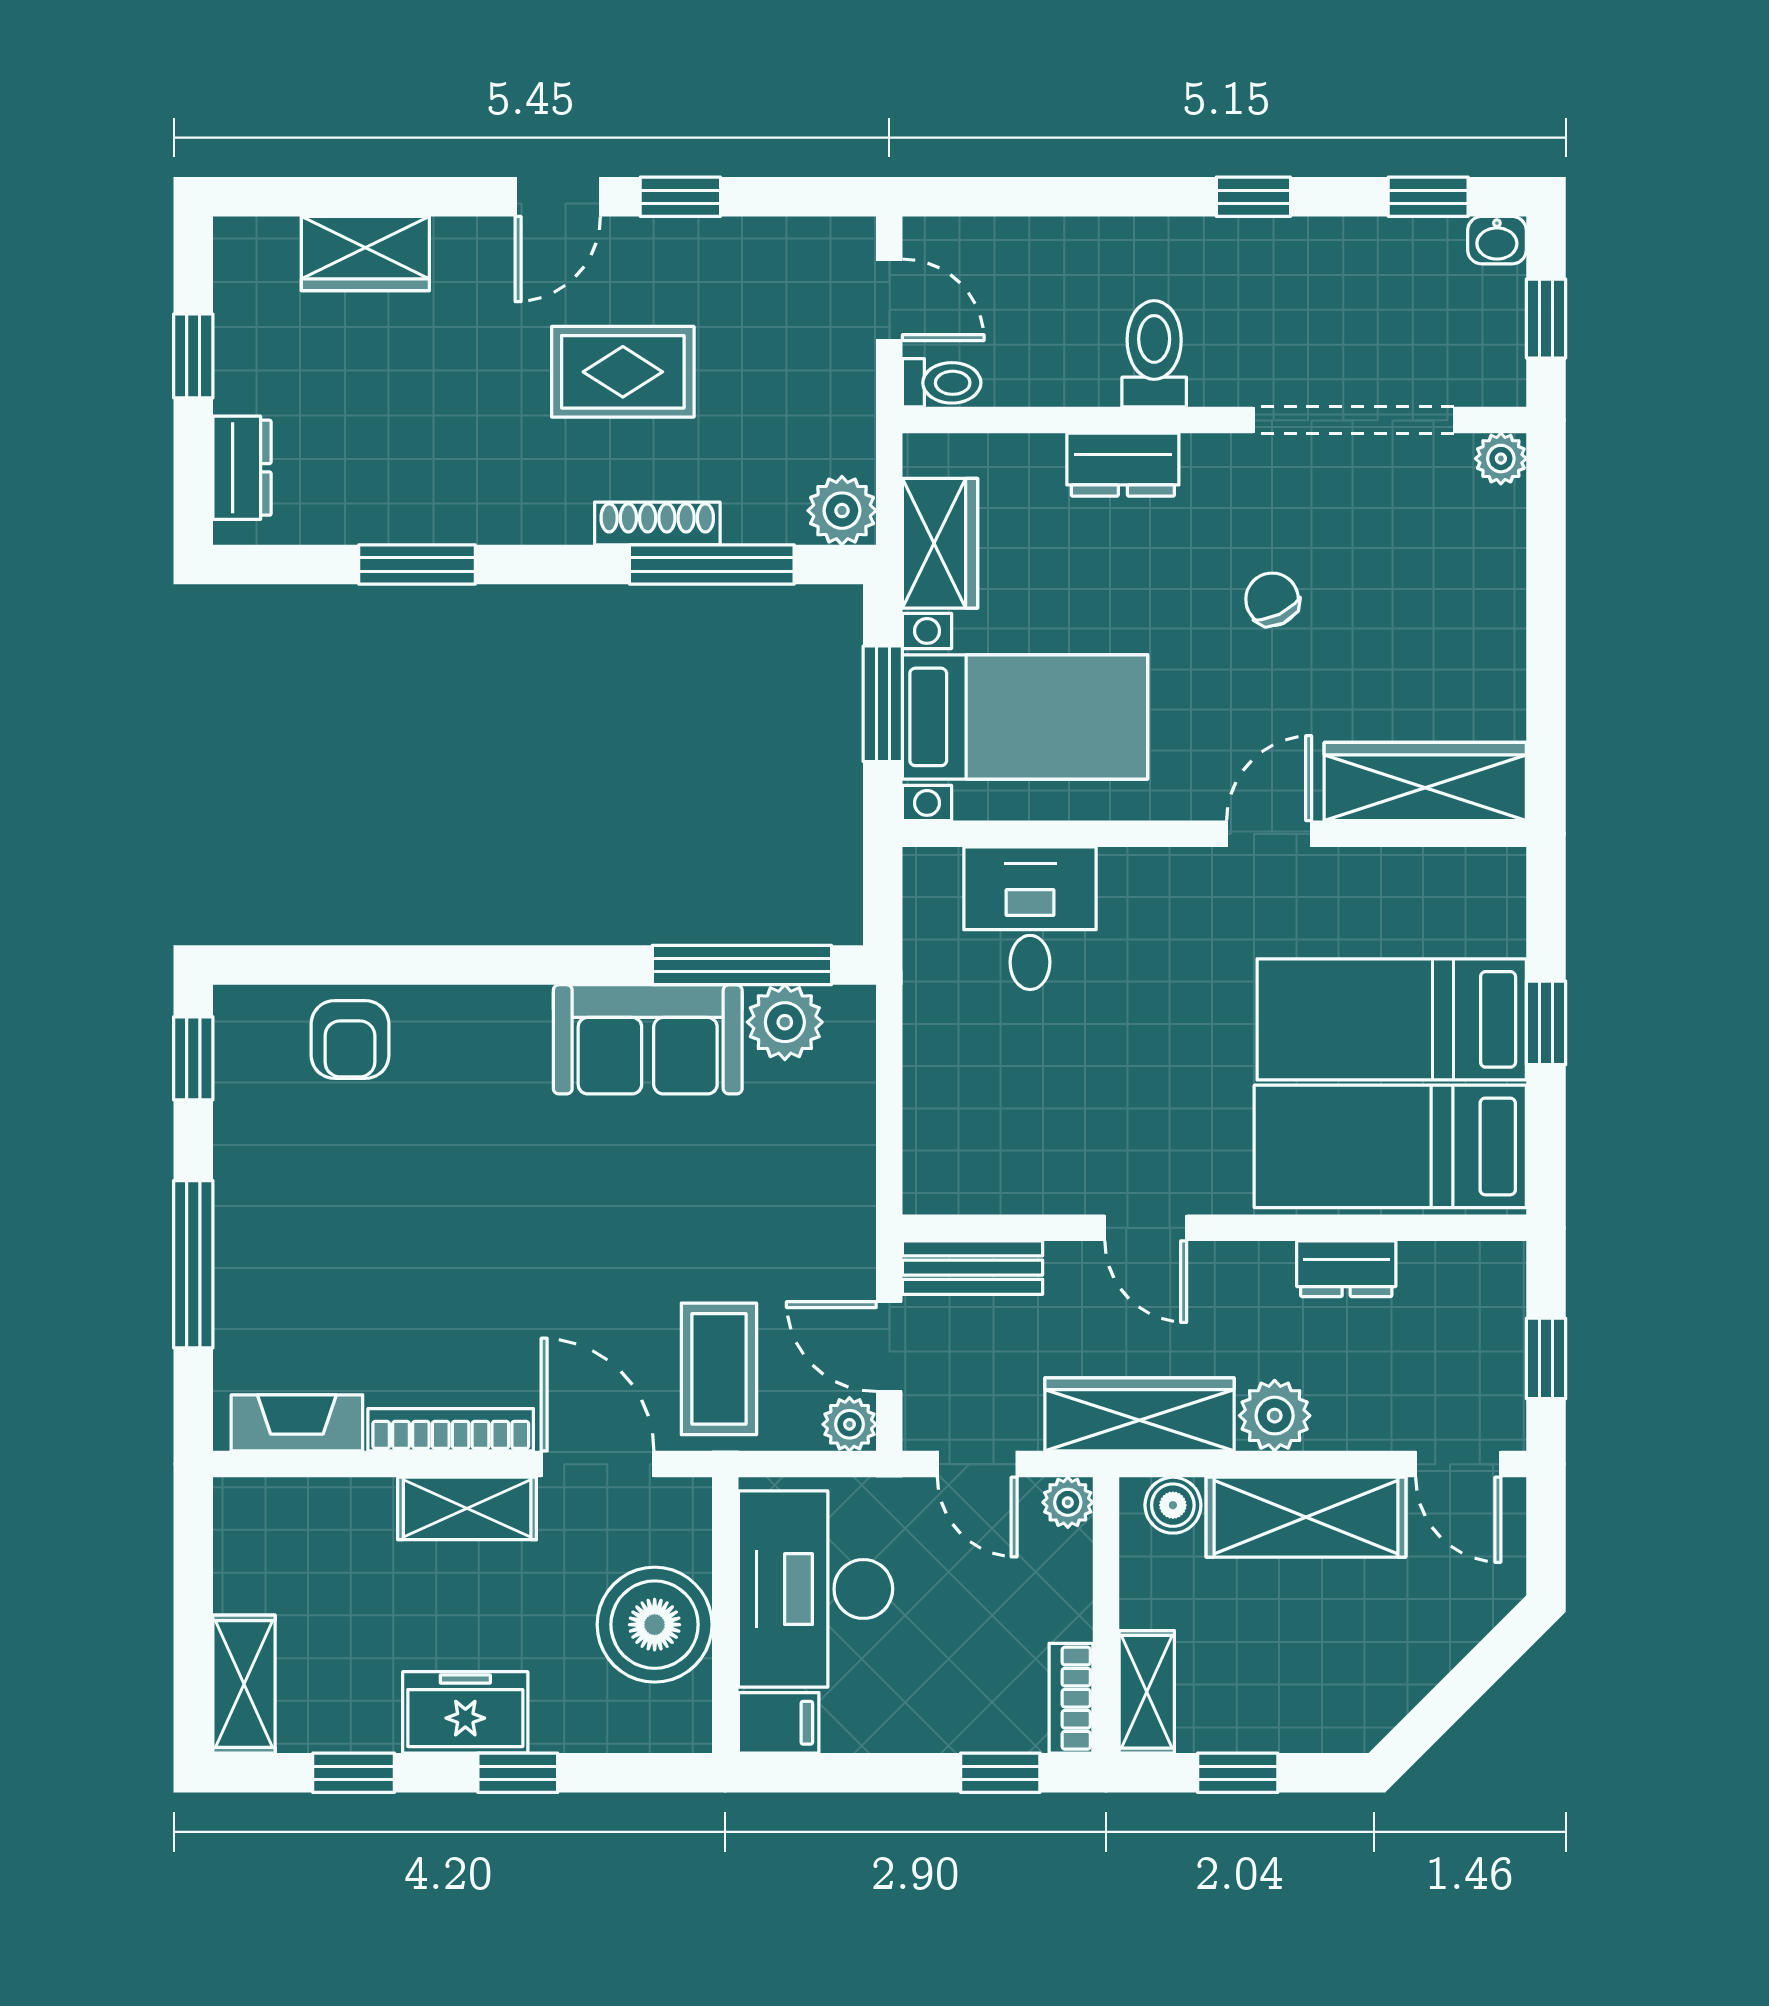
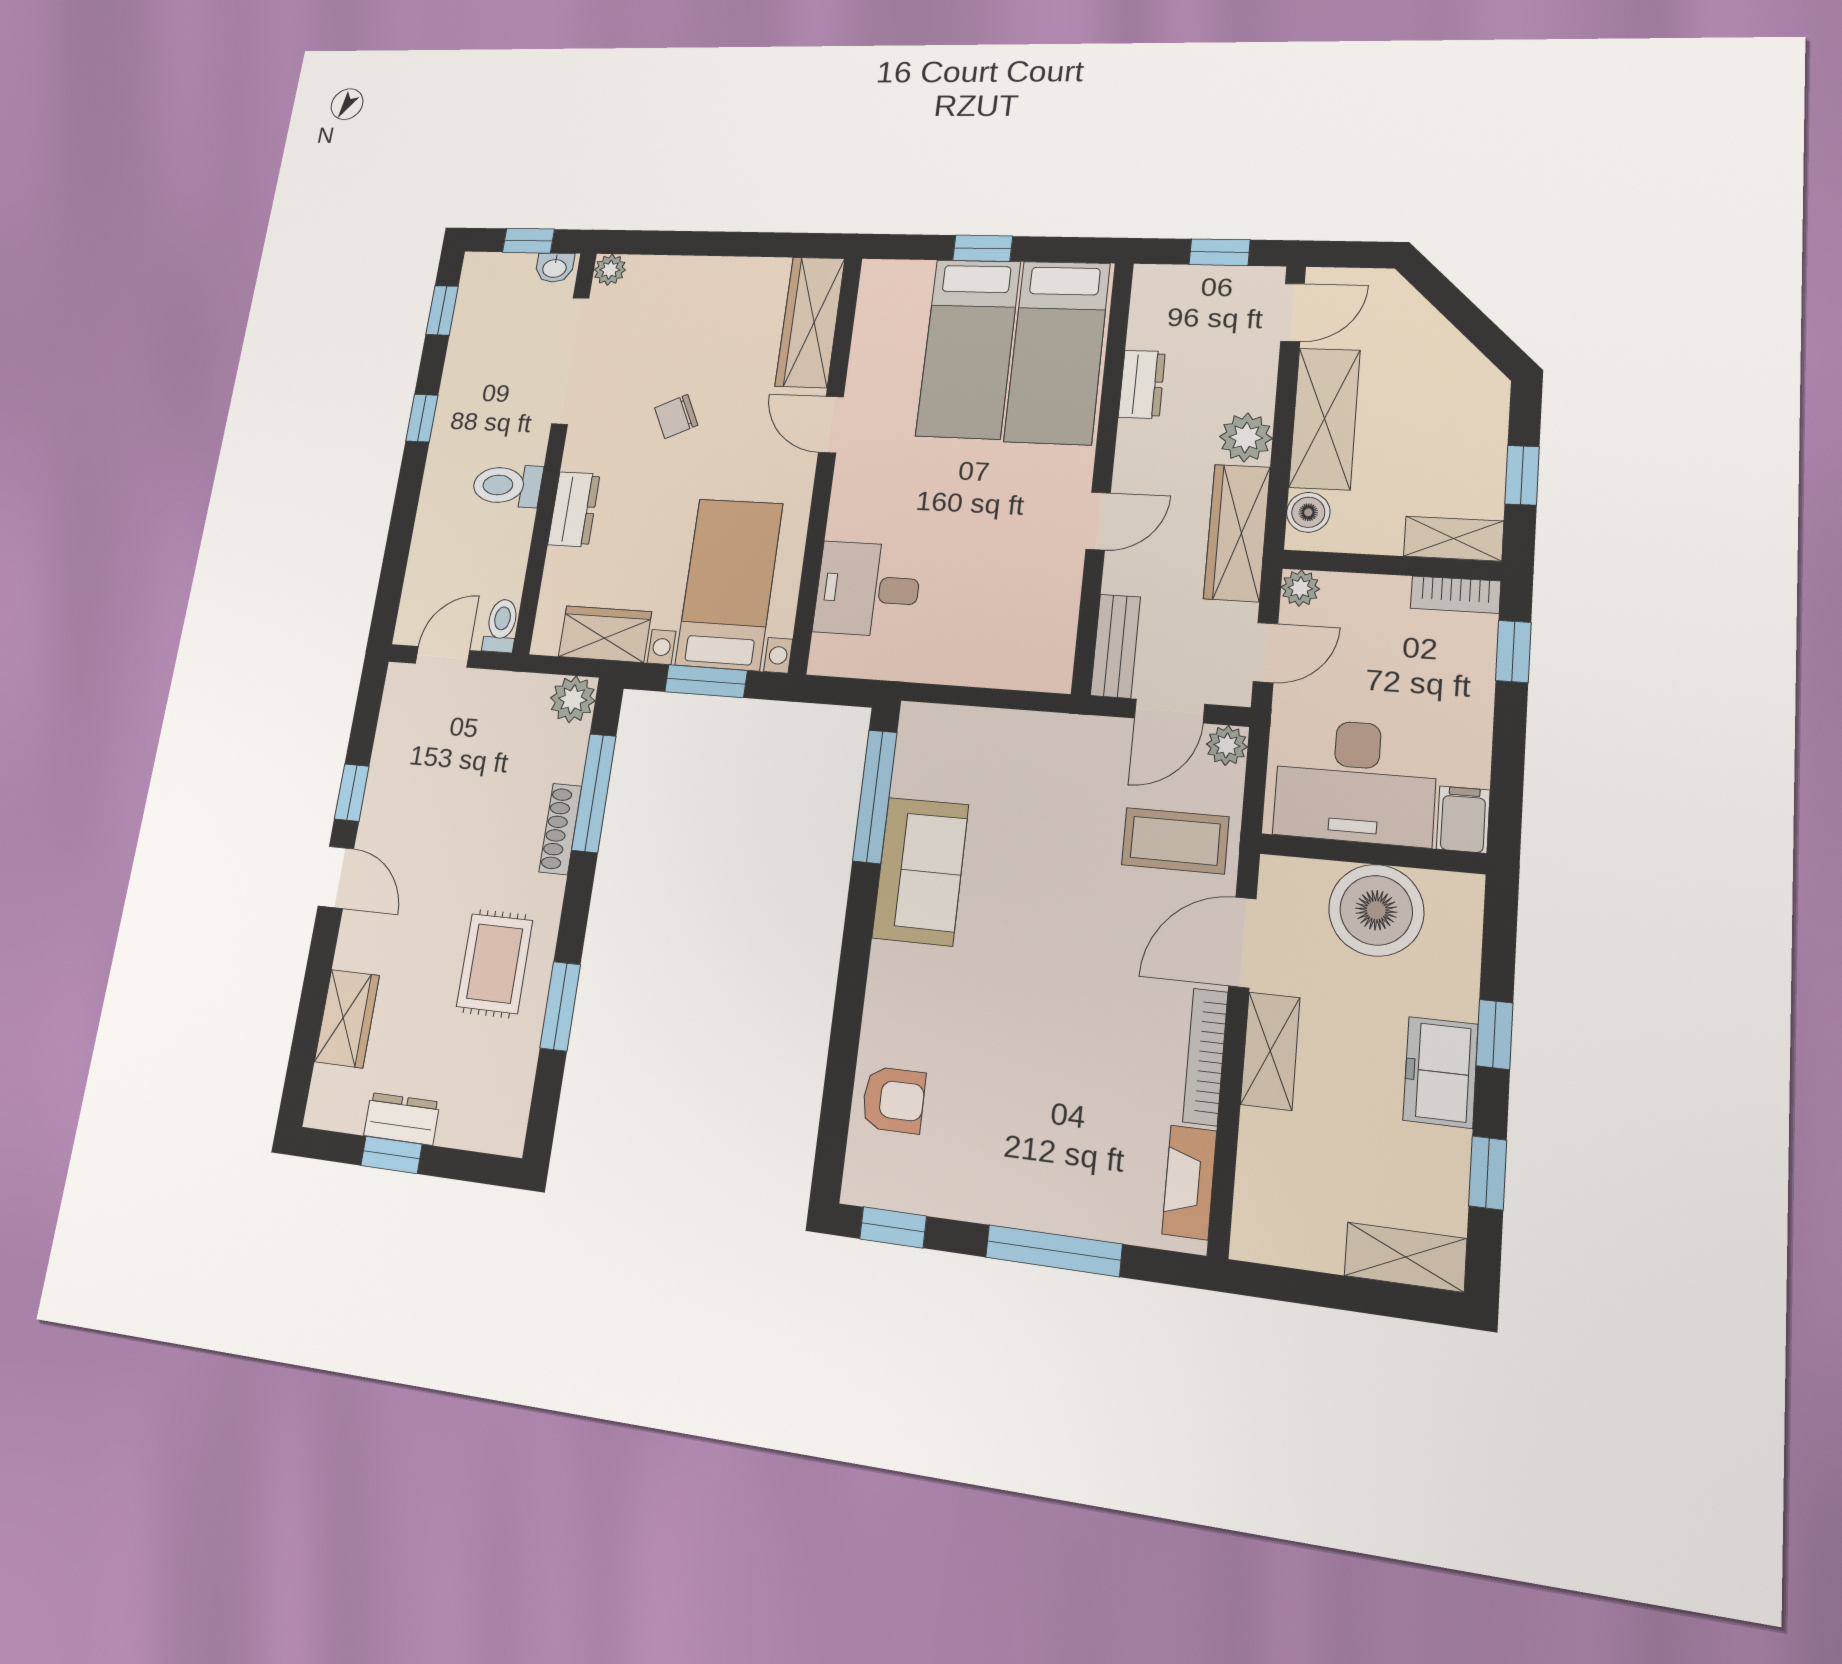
washbasin: (1497, 240) -> (555, 268), moved, turned 90
rug: (623, 372) -> (495, 964), moved
dresser: (242, 468) -> (402, 1119), moved
plant: (785, 1022) -> (920, 769), removed

